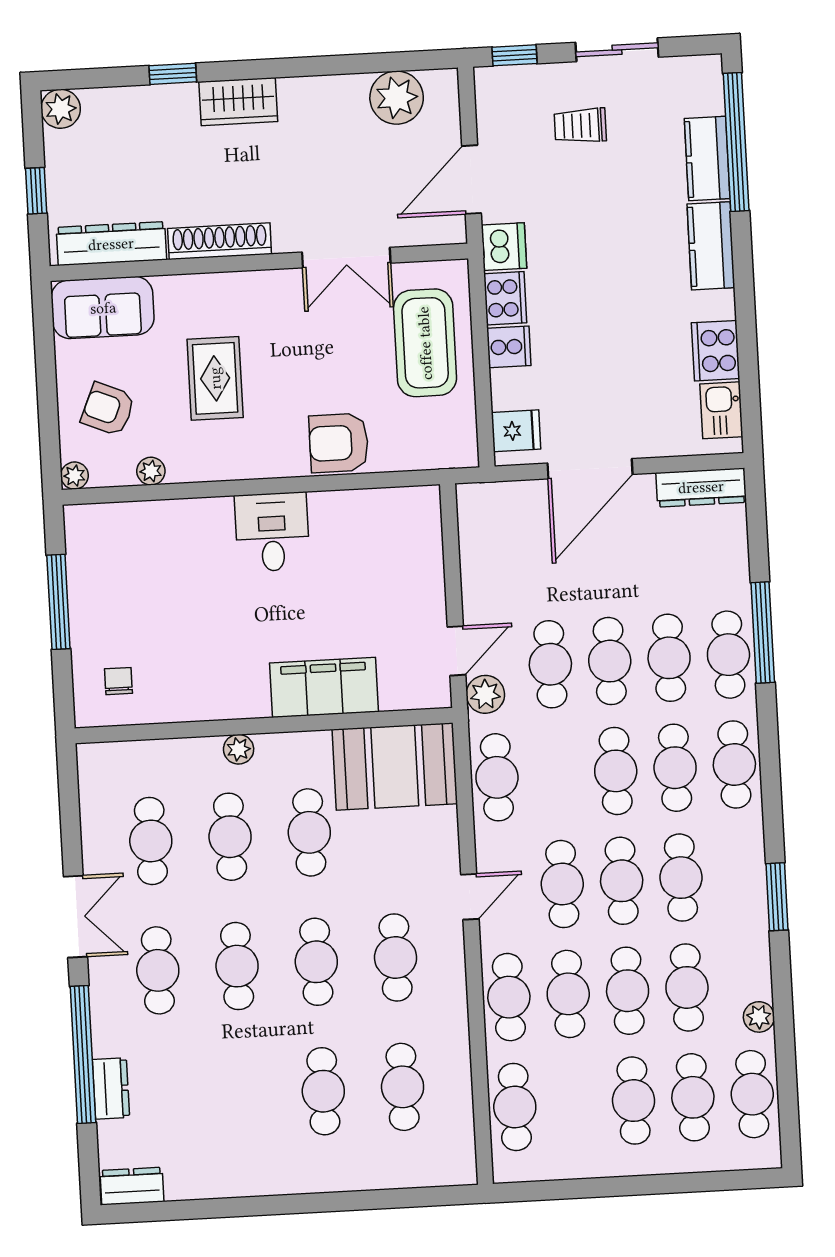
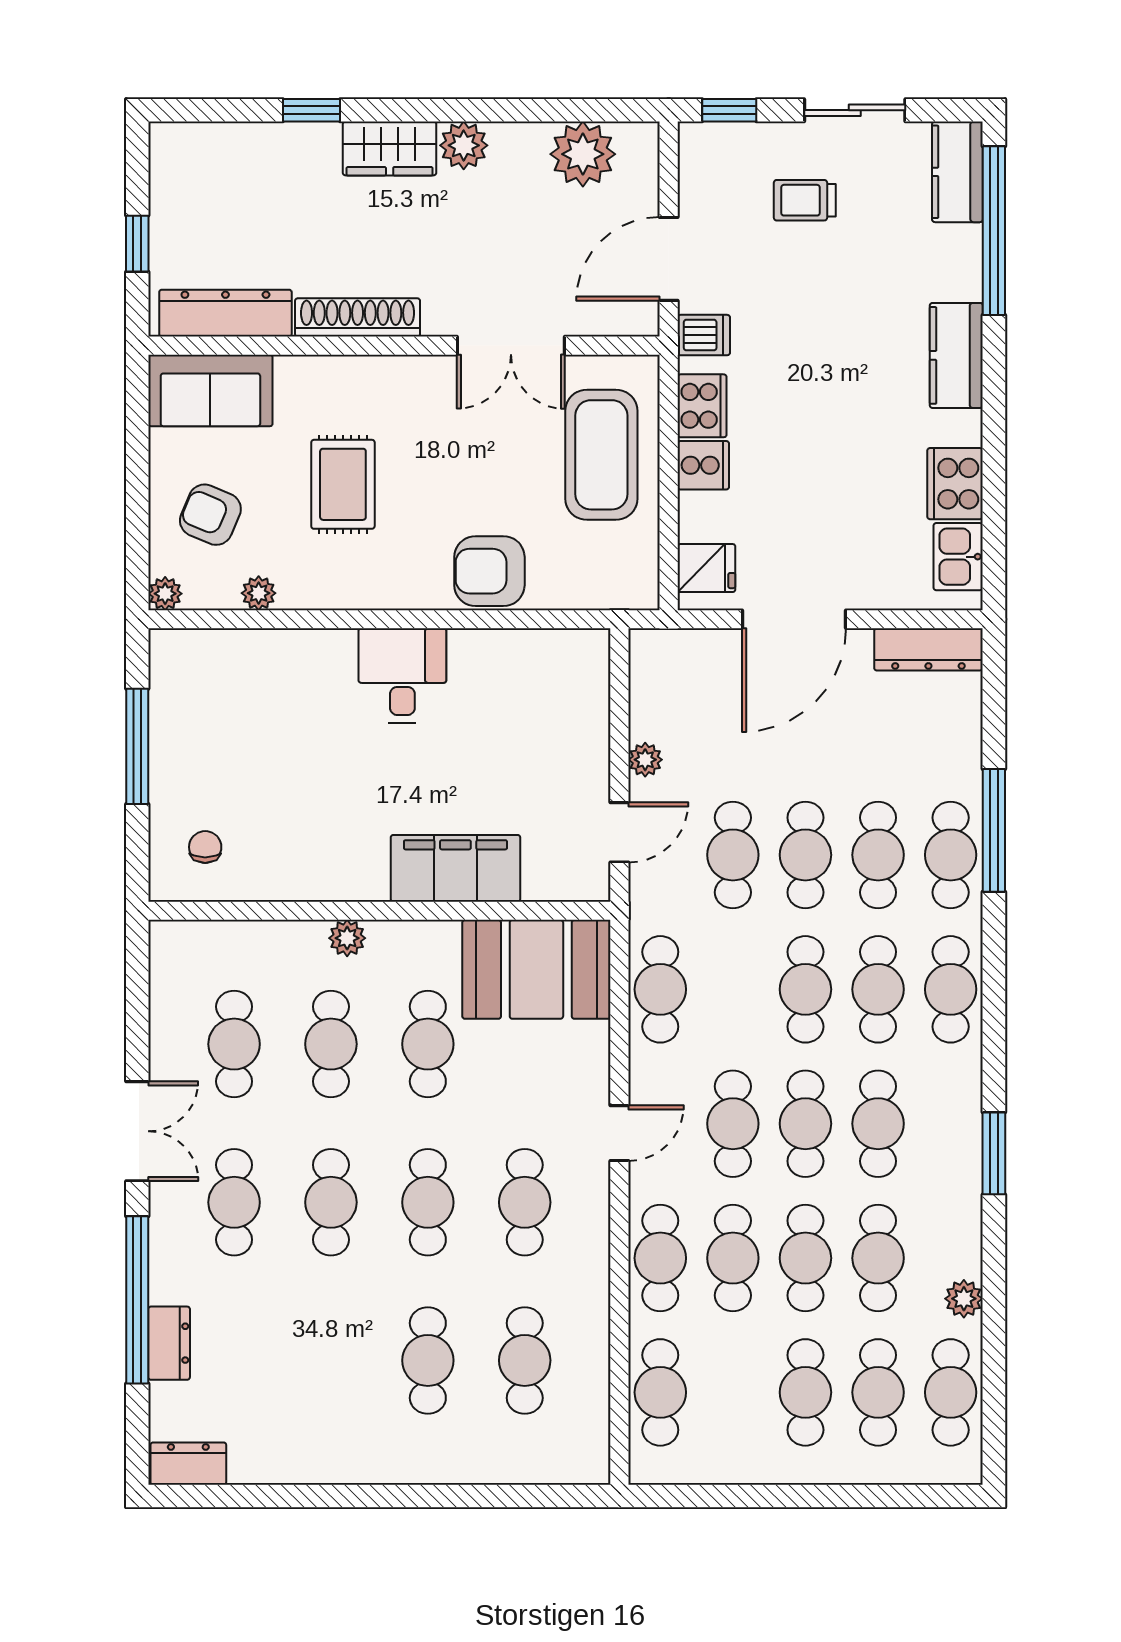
plant: (61, 109) -> (464, 145), moved
kitchen counter: (707, 159) -> (957, 172), moved
dishwasher: (504, 247) -> (704, 335), width x0.73
plant: (485, 694) -> (645, 760), moved, width x0.73, depth x0.73

